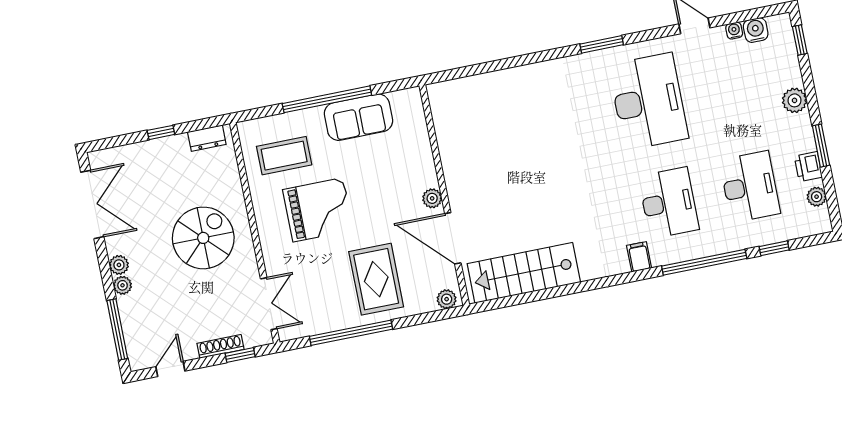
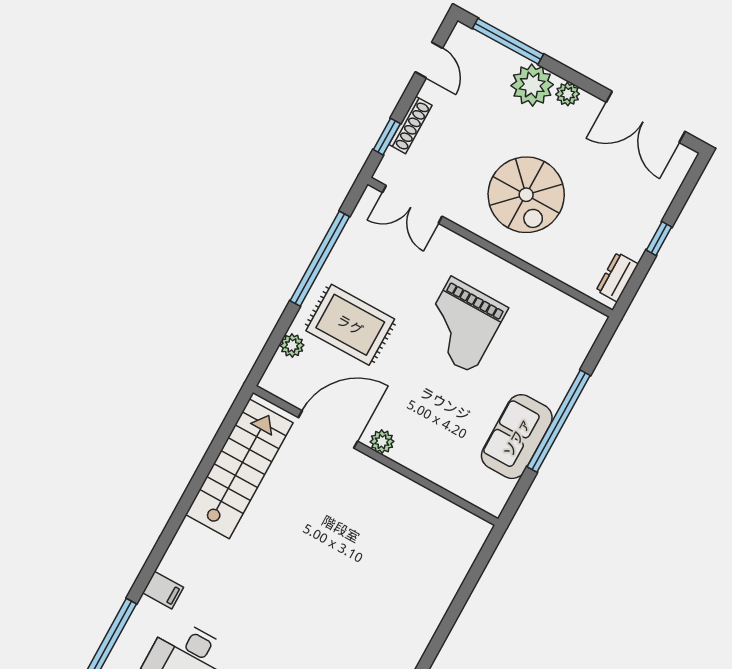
coffee table: (284, 156) -> (540, 336), removed
plant: (123, 285) -> (532, 85), width x1.87, depth x1.87
plant: (447, 299) -> (292, 345), moved

